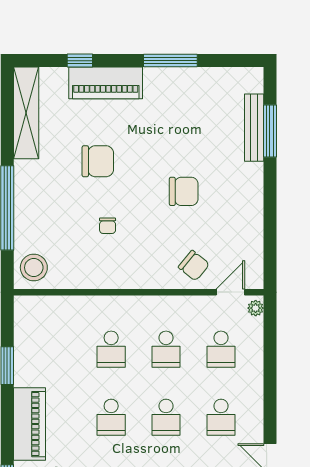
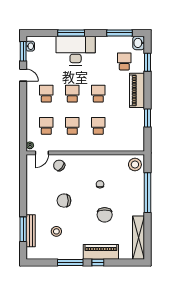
window: (80, 61) -> (98, 263), moved
stool: (200, 126) -> (56, 231), added
chair: (98, 161) -> (105, 215), turned -90

